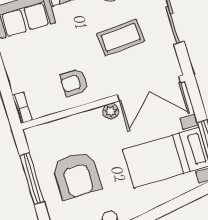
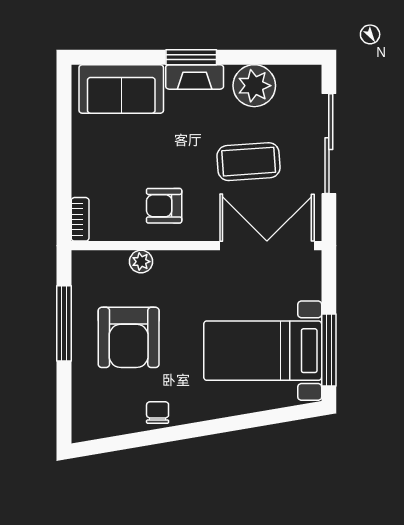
double door: (149, 89) -> (267, 246), swing flipped
plant: (111, 111) -> (141, 262), moved

